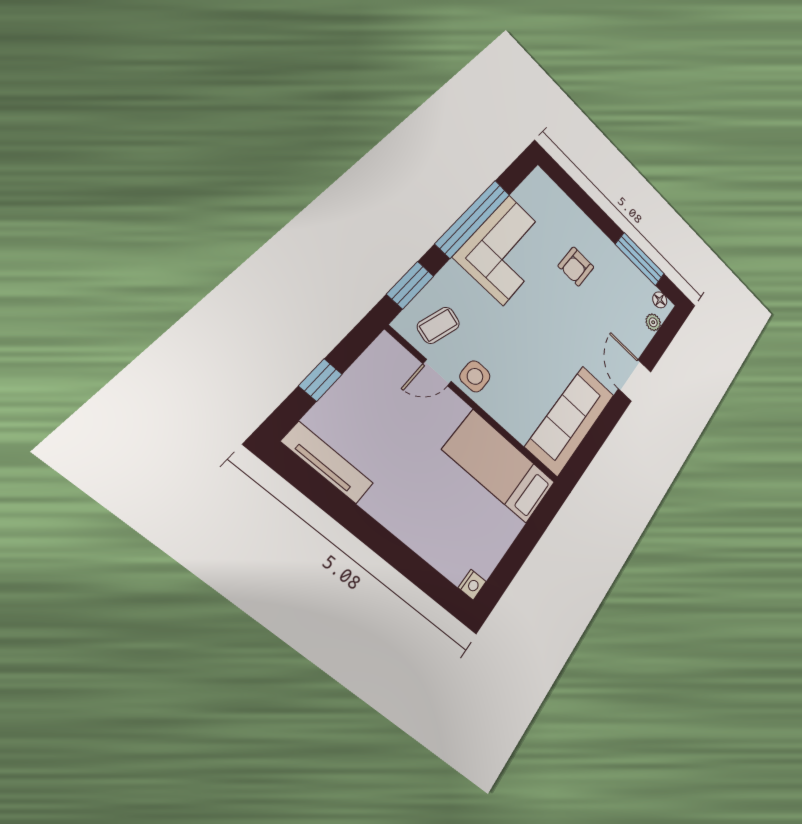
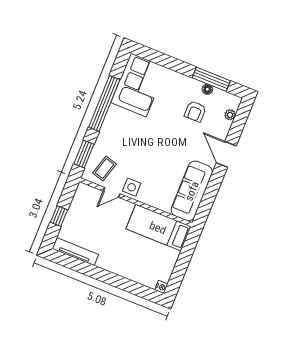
corner sofa: (506, 250) -> (138, 85), moved
armchair: (576, 266) -> (195, 111), moved
floor lamp: (660, 300) -> (207, 89), moved

